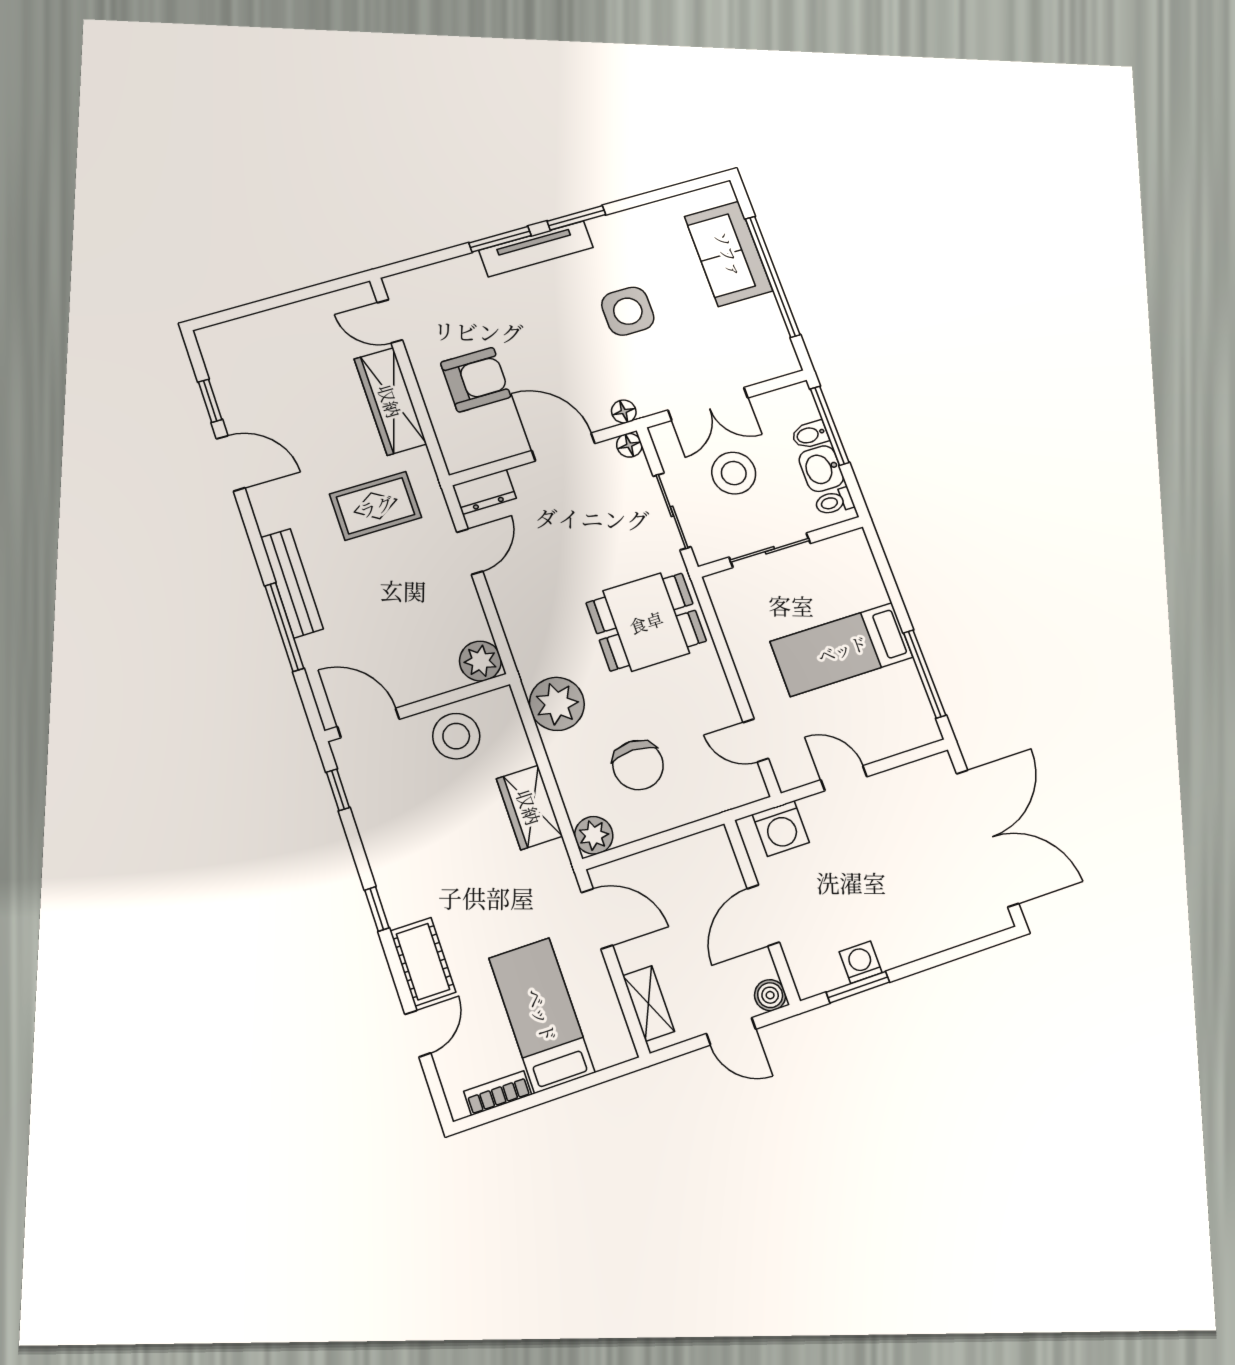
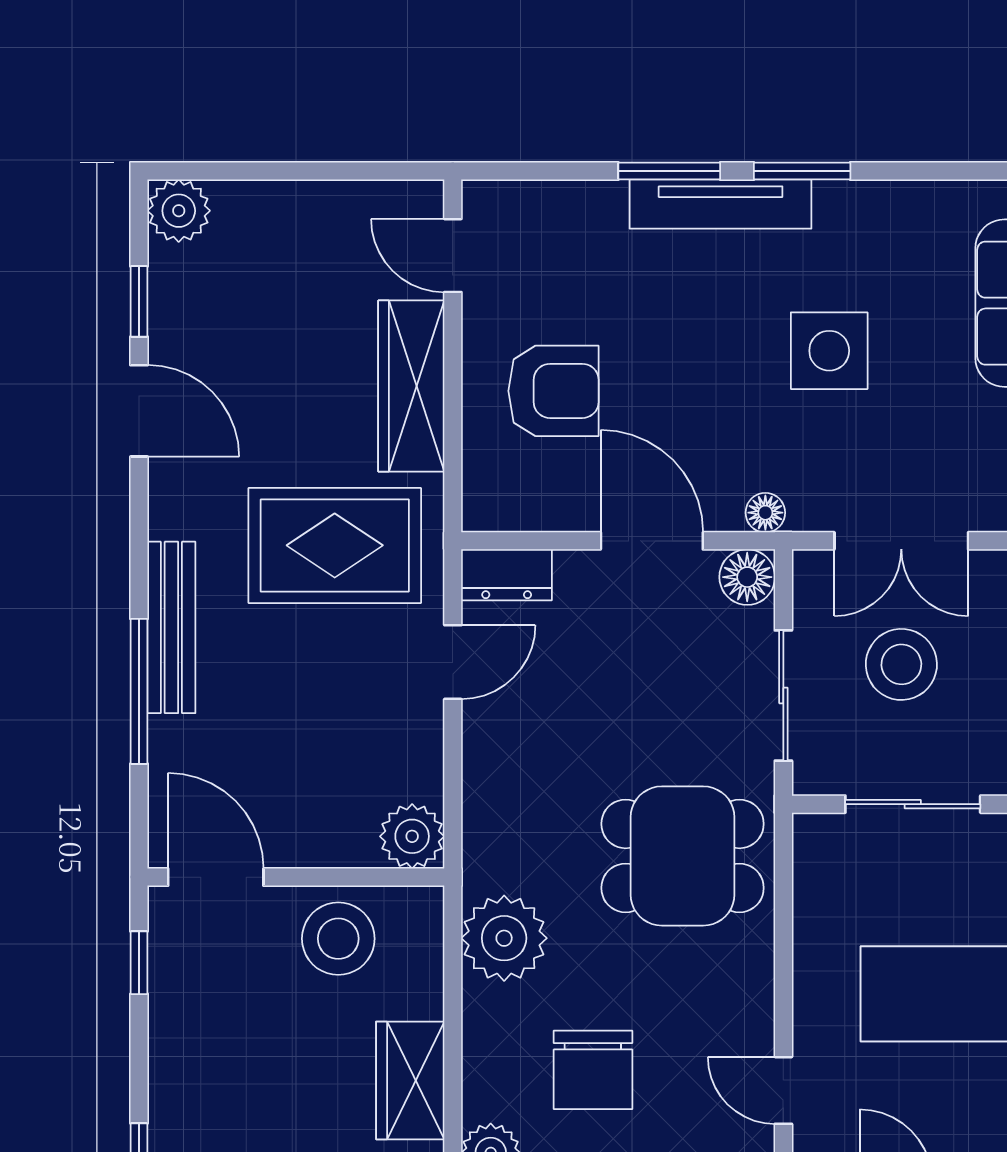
plant: (217, 343) -> (179, 211), added
floor lamp: (629, 445) -> (747, 577), width x1.37, depth x1.37
rug: (376, 506) -> (335, 545), width x1.36, depth x1.43

